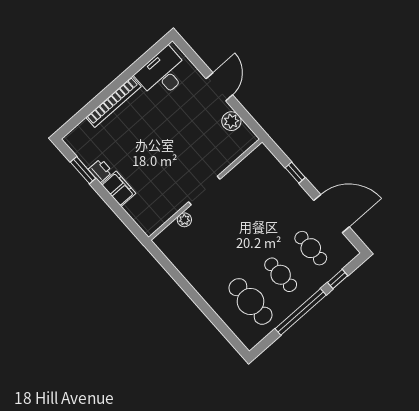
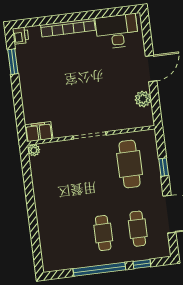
printer: (100, 171) -> (21, 36), moved
filing cabinet: (119, 189) -> (39, 132), moved, turned -90
plant: (184, 220) -> (34, 150), moved
cafe table: (251, 301) -> (130, 164), moved

